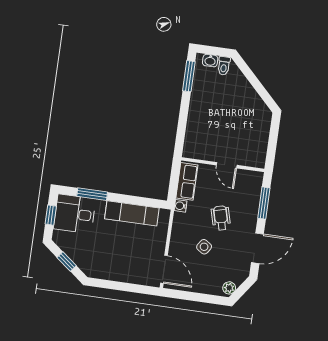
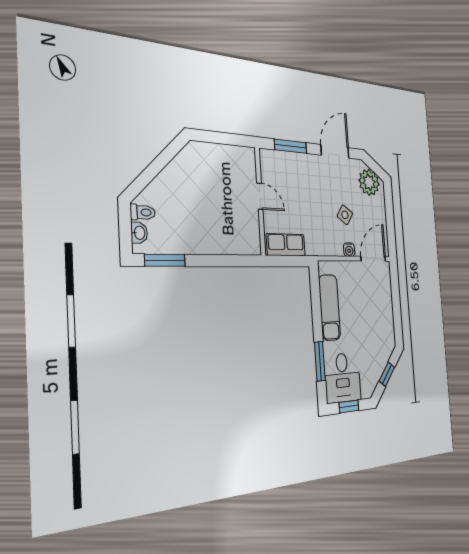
door: (227, 165) -> (260, 196), hinge flipped
water cooler: (180, 206) -> (349, 250), moved
wheelchair: (221, 218) -> (314, 198), removed
door: (257, 248) -> (335, 151), hinge flipped
plant: (229, 288) -> (369, 182), width x1.87, depth x1.87

